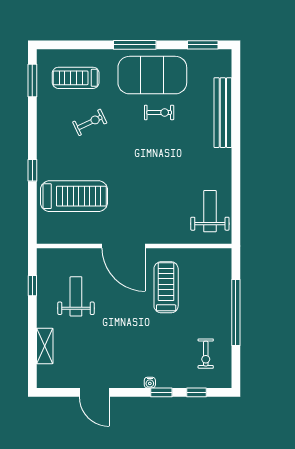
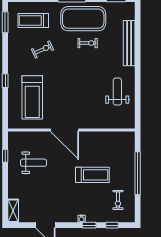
treadmill: (74, 196) -> (32, 97), turned 90
weight bench: (210, 211) -> (117, 92), moved
treadmill: (166, 287) -> (92, 175), moved, turned 90
weight bench: (76, 296) -> (34, 163), turned 90
shelving: (45, 346) -> (13, 211), moved

